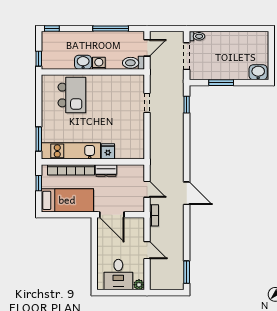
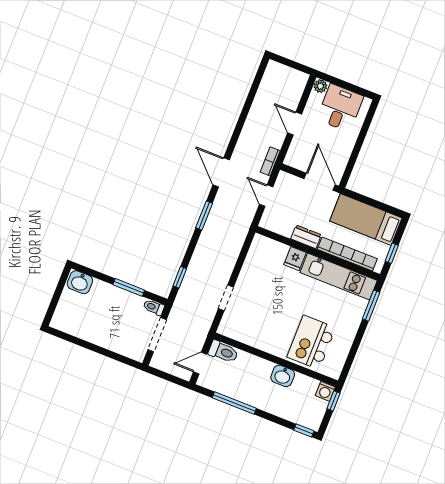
toilet: (197, 36) -> (154, 307), moved
washing machine: (99, 63) -> (325, 391), moved
window: (187, 272) -> (204, 215), moved

